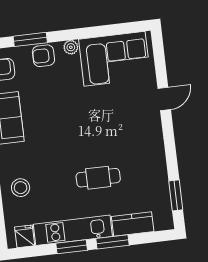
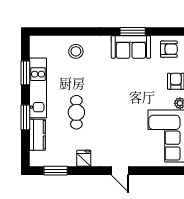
door: (164, 99) -> (120, 171), moved
fridge: (25, 236) -> (84, 158), moved, turned -90
window: (72, 247) -> (25, 73), moved

